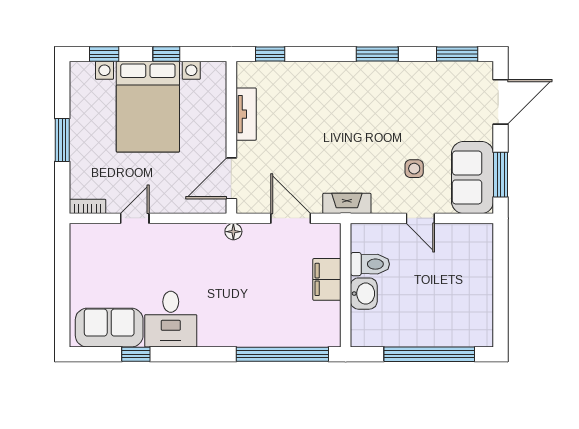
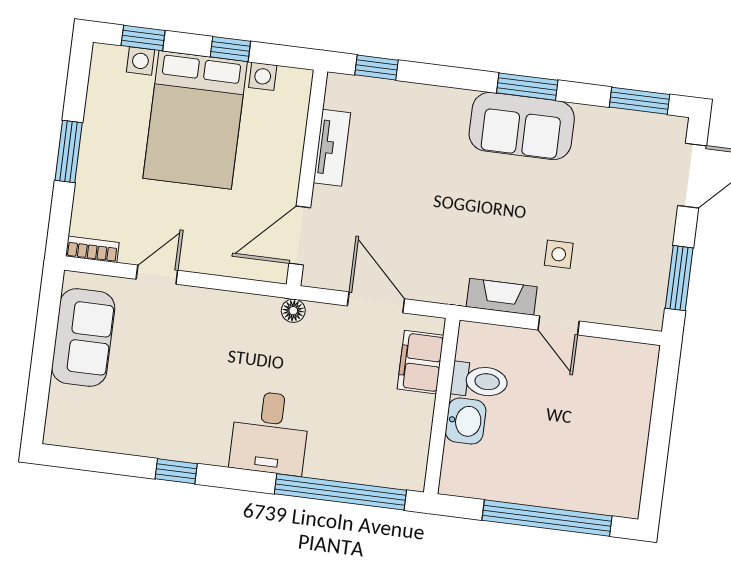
sofa: (473, 177) -> (522, 126), moved, turned -90
fireplace: (347, 203) -> (502, 297), moved
filing cabinet: (327, 279) -> (420, 362), moved
desk: (171, 319) -> (270, 433), moved
sofa: (109, 328) -> (83, 337), moved, turned 90
window: (136, 354) -> (176, 471), moved

